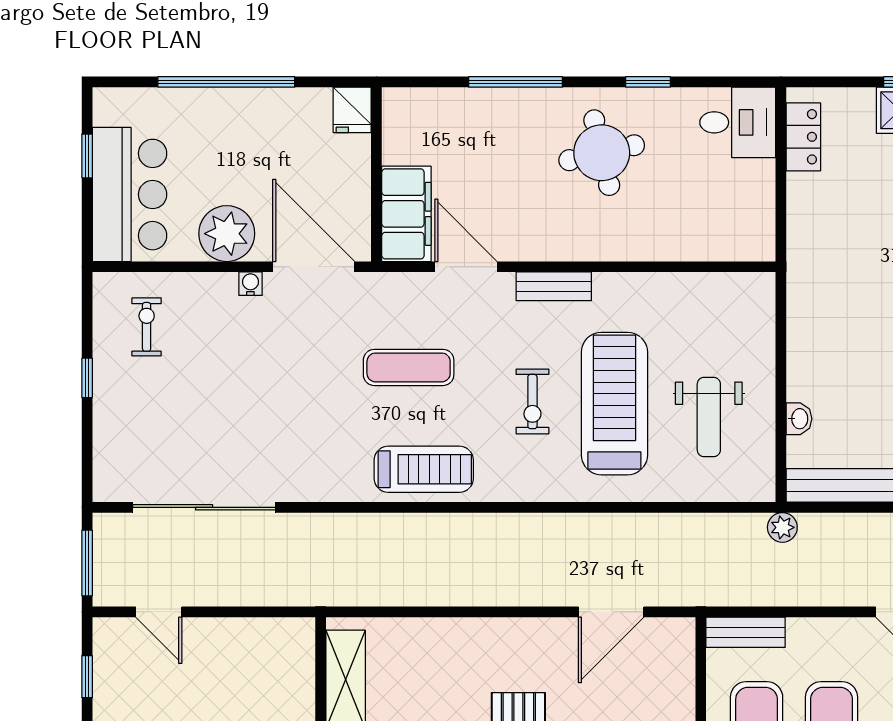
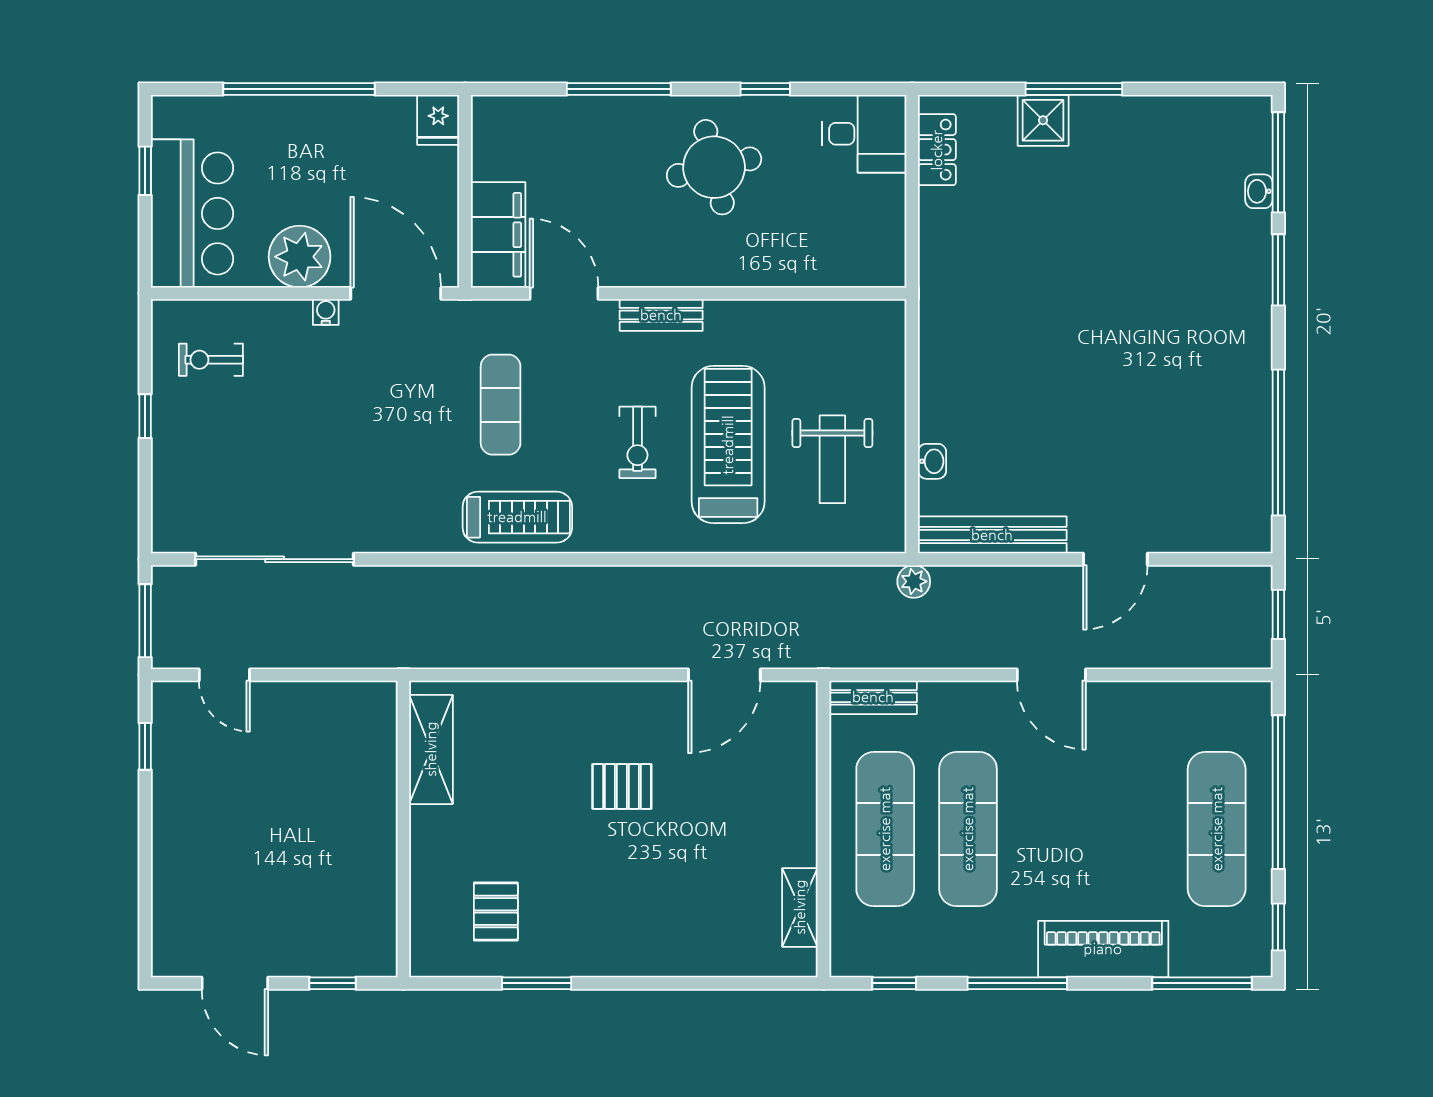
exercise bike: (147, 327) -> (211, 360), turned -90
exercise mat: (409, 367) -> (501, 405), turned 90

